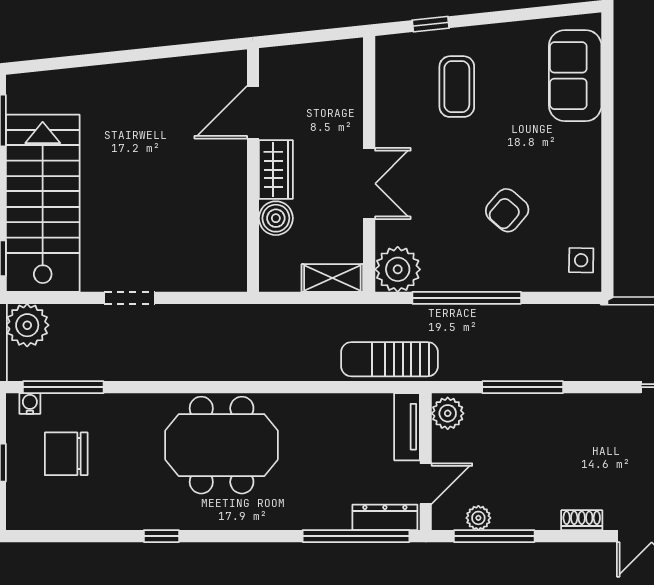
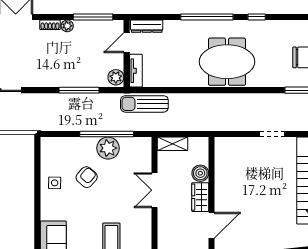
side table: (581, 260) -> (55, 183), moved
plant: (398, 269) -> (108, 148), moved
sun lounger: (390, 359) -> (144, 104), turned 180
plant: (478, 518) -> (67, 26), moved
window: (356, 536) -> (207, 17), moved

